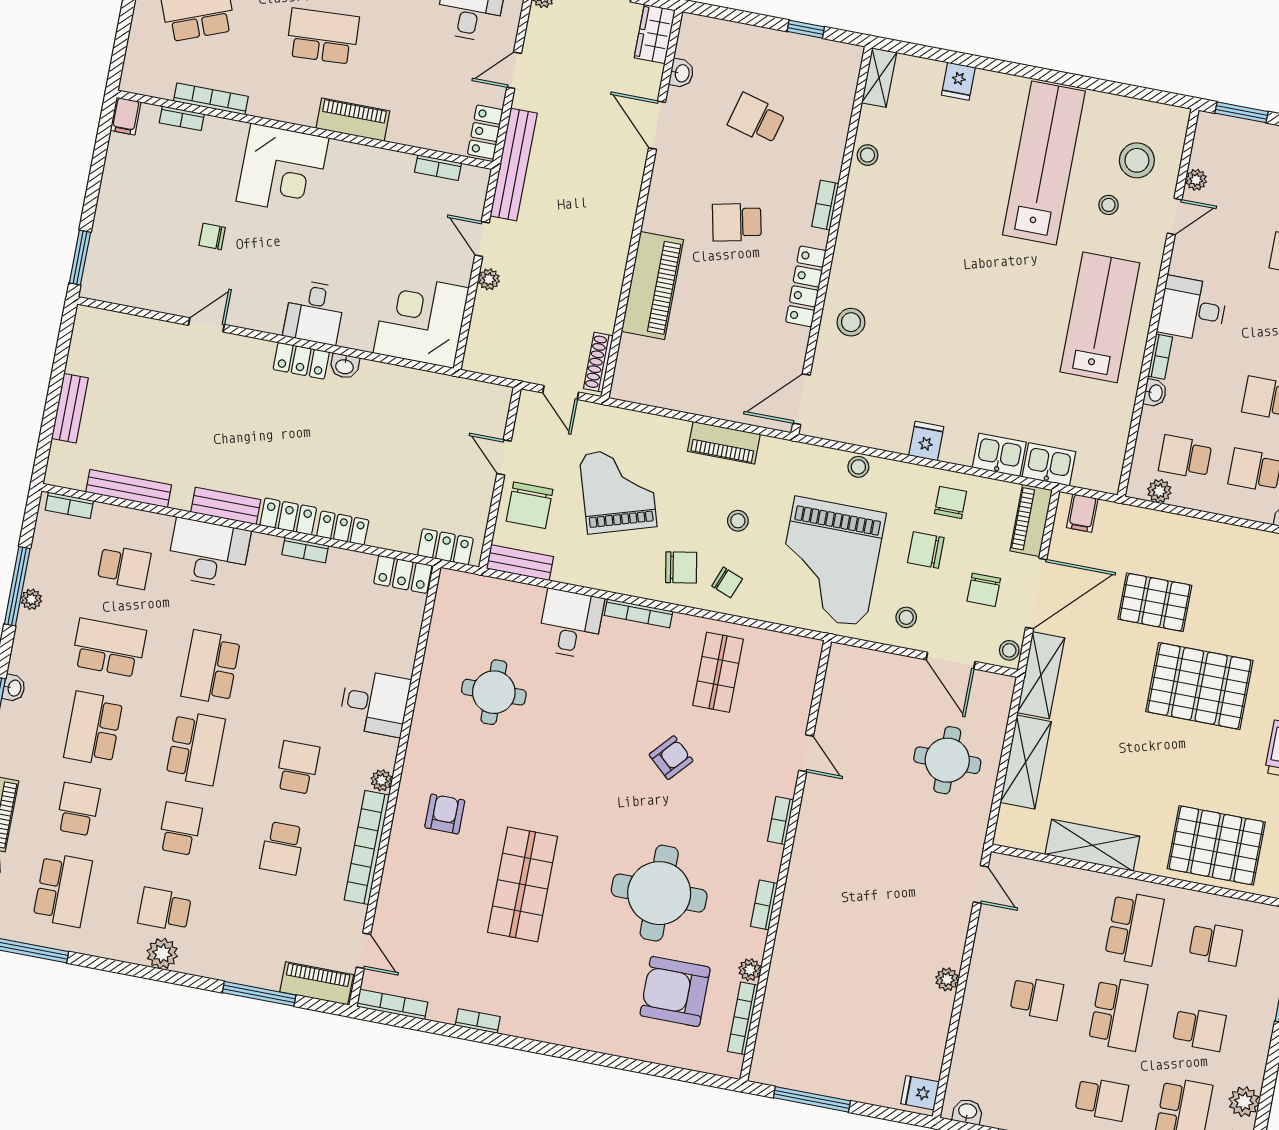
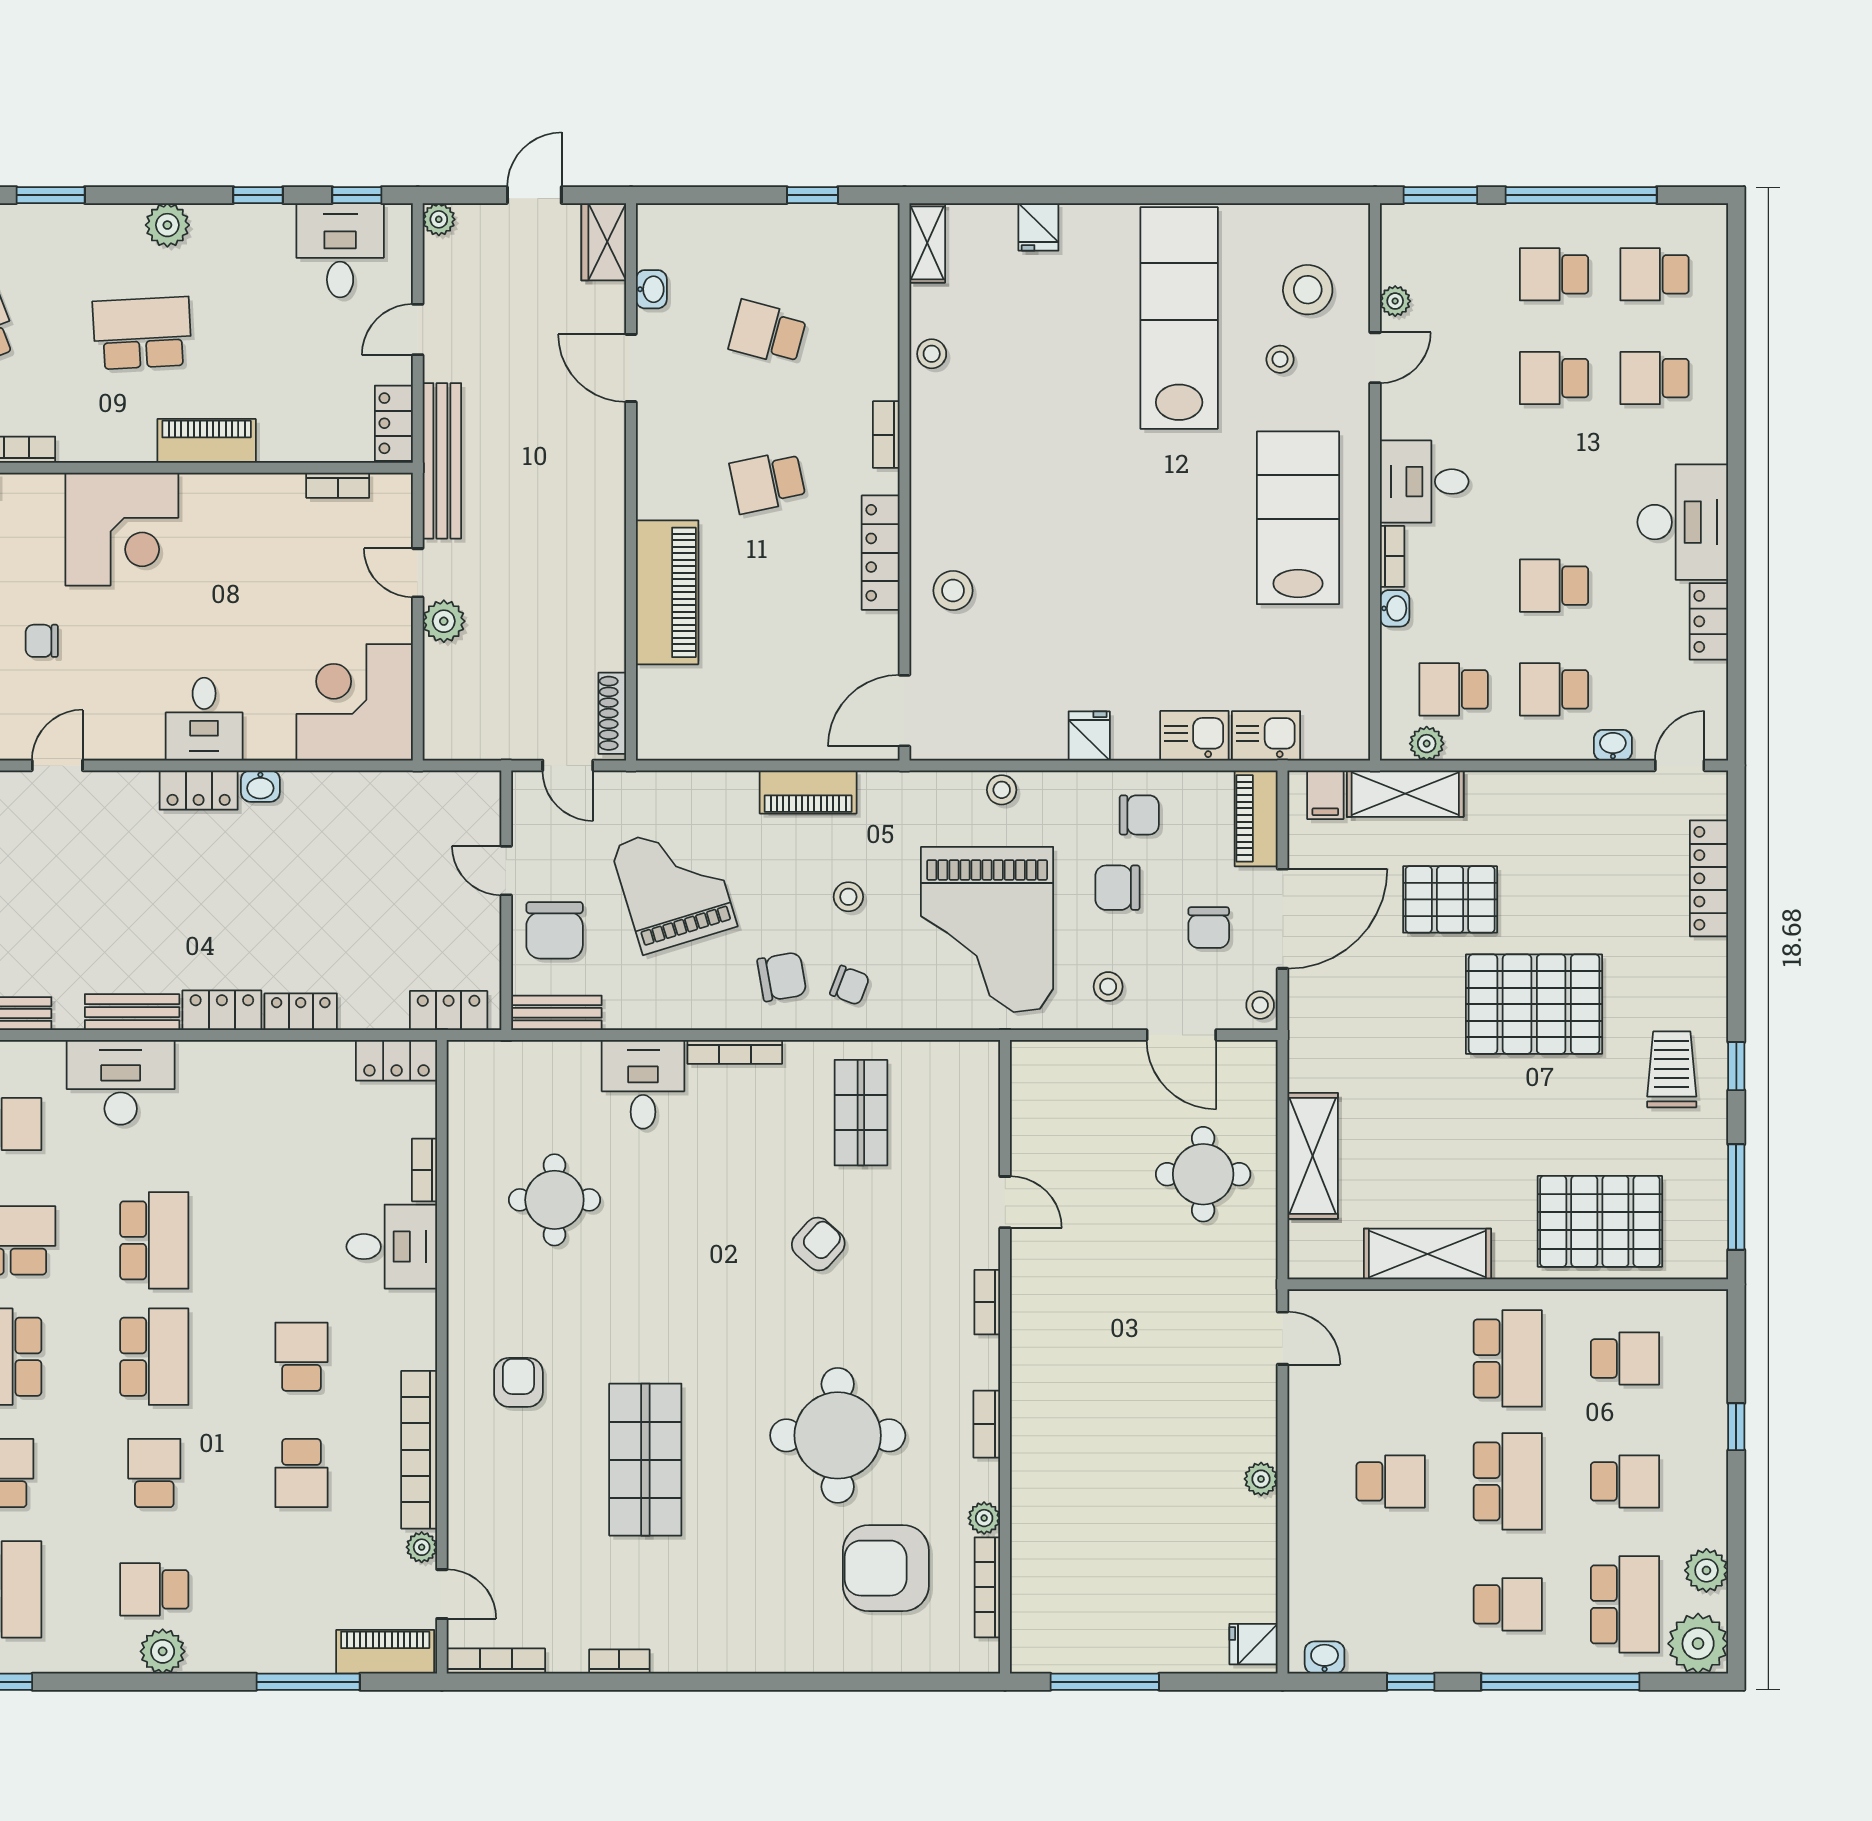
plant: (489, 279) -> (444, 621), width x1.38, depth x1.38
chair: (951, 502) -> (1139, 815), turned 90
bookcase: (305, 550) -> (424, 1170), moved, turned 90
school desk: (211, 667) -> (154, 1240), turned 180
shelving: (1041, 675) -> (1405, 794), moved, turned 90
plant: (382, 780) -> (422, 1547), moved

